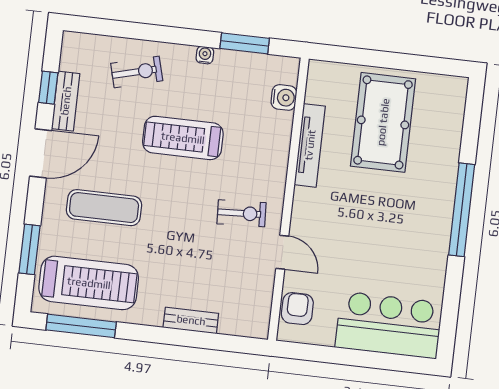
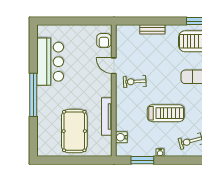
bar counter: (389, 325) -> (50, 62), moved, turned -90

